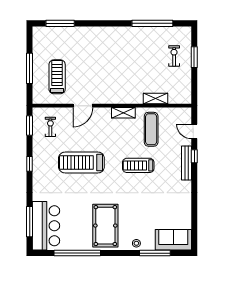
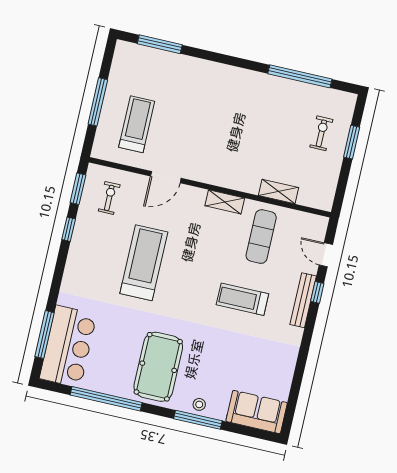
treadmill: (81, 162) -> (144, 263), turned 90
window: (30, 164) -> (69, 229), moved
treadmill: (138, 165) -> (242, 299), moved
window: (155, 253) -> (198, 420), moved

